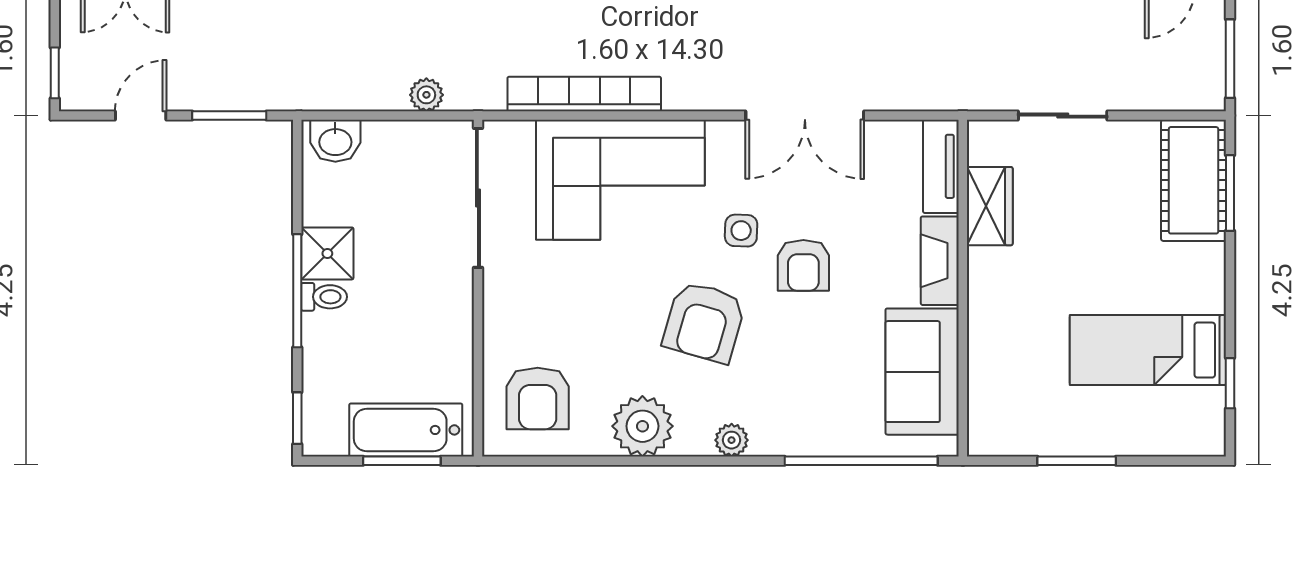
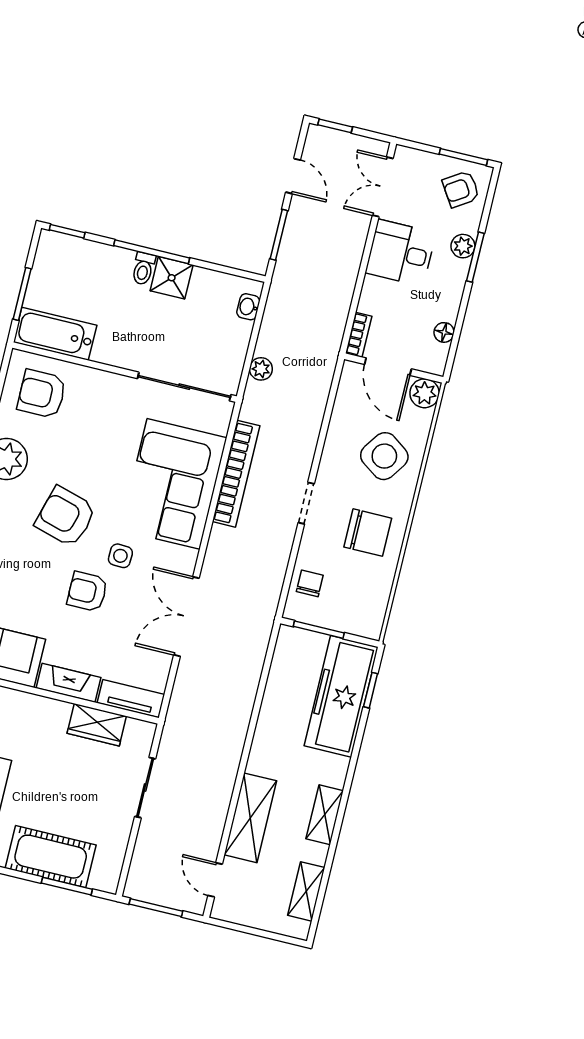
washbasin: (335, 141) -> (248, 307), width x0.72, depth x0.69
cot: (1194, 180) -> (51, 857), moved
bathtub: (406, 430) -> (55, 334), moved, turned -90

